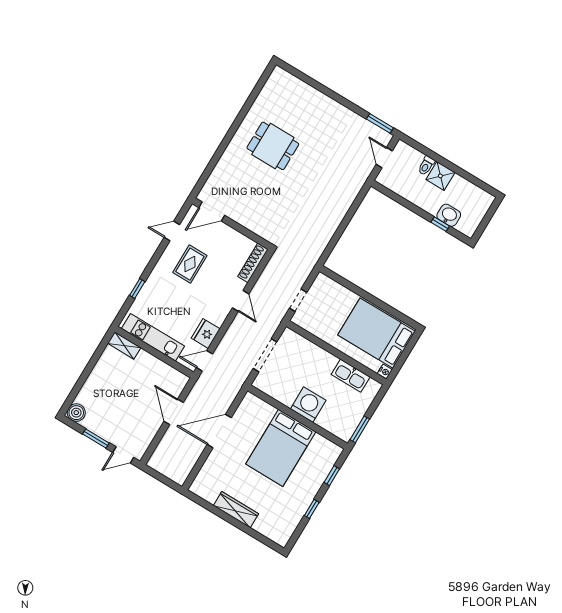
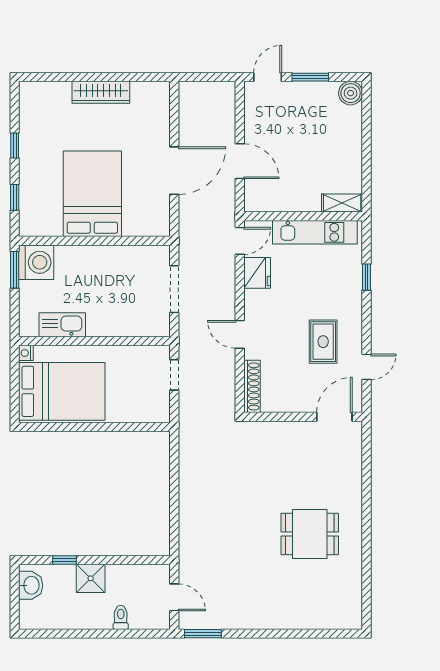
shower: (440, 176) -> (91, 578), moved
washbasin: (449, 215) -> (31, 585), moved, turned -90
washing machine: (308, 405) -> (36, 262), moved, turned -90

